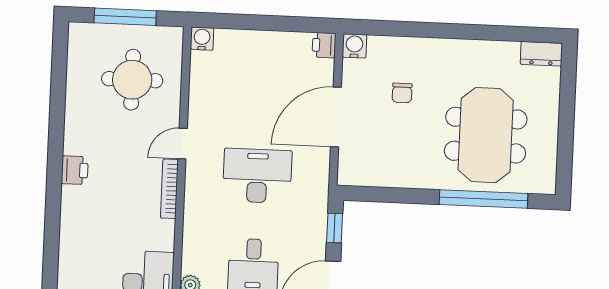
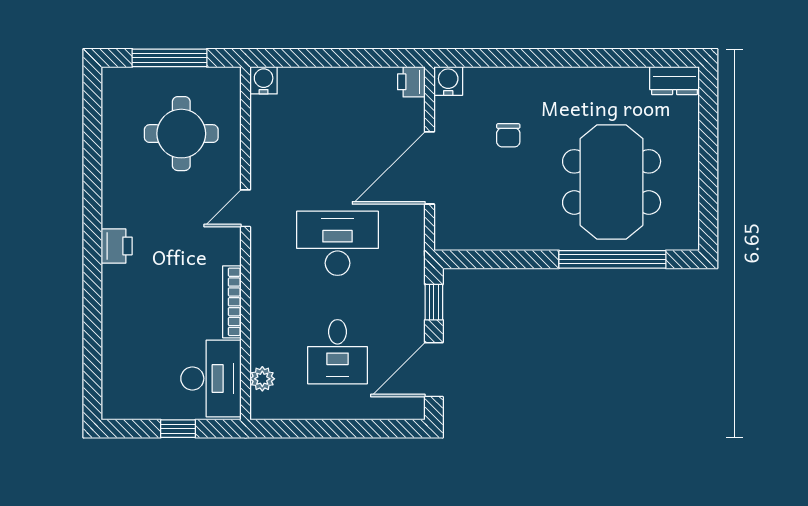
bookcase: (169, 189) -> (232, 302), moved

